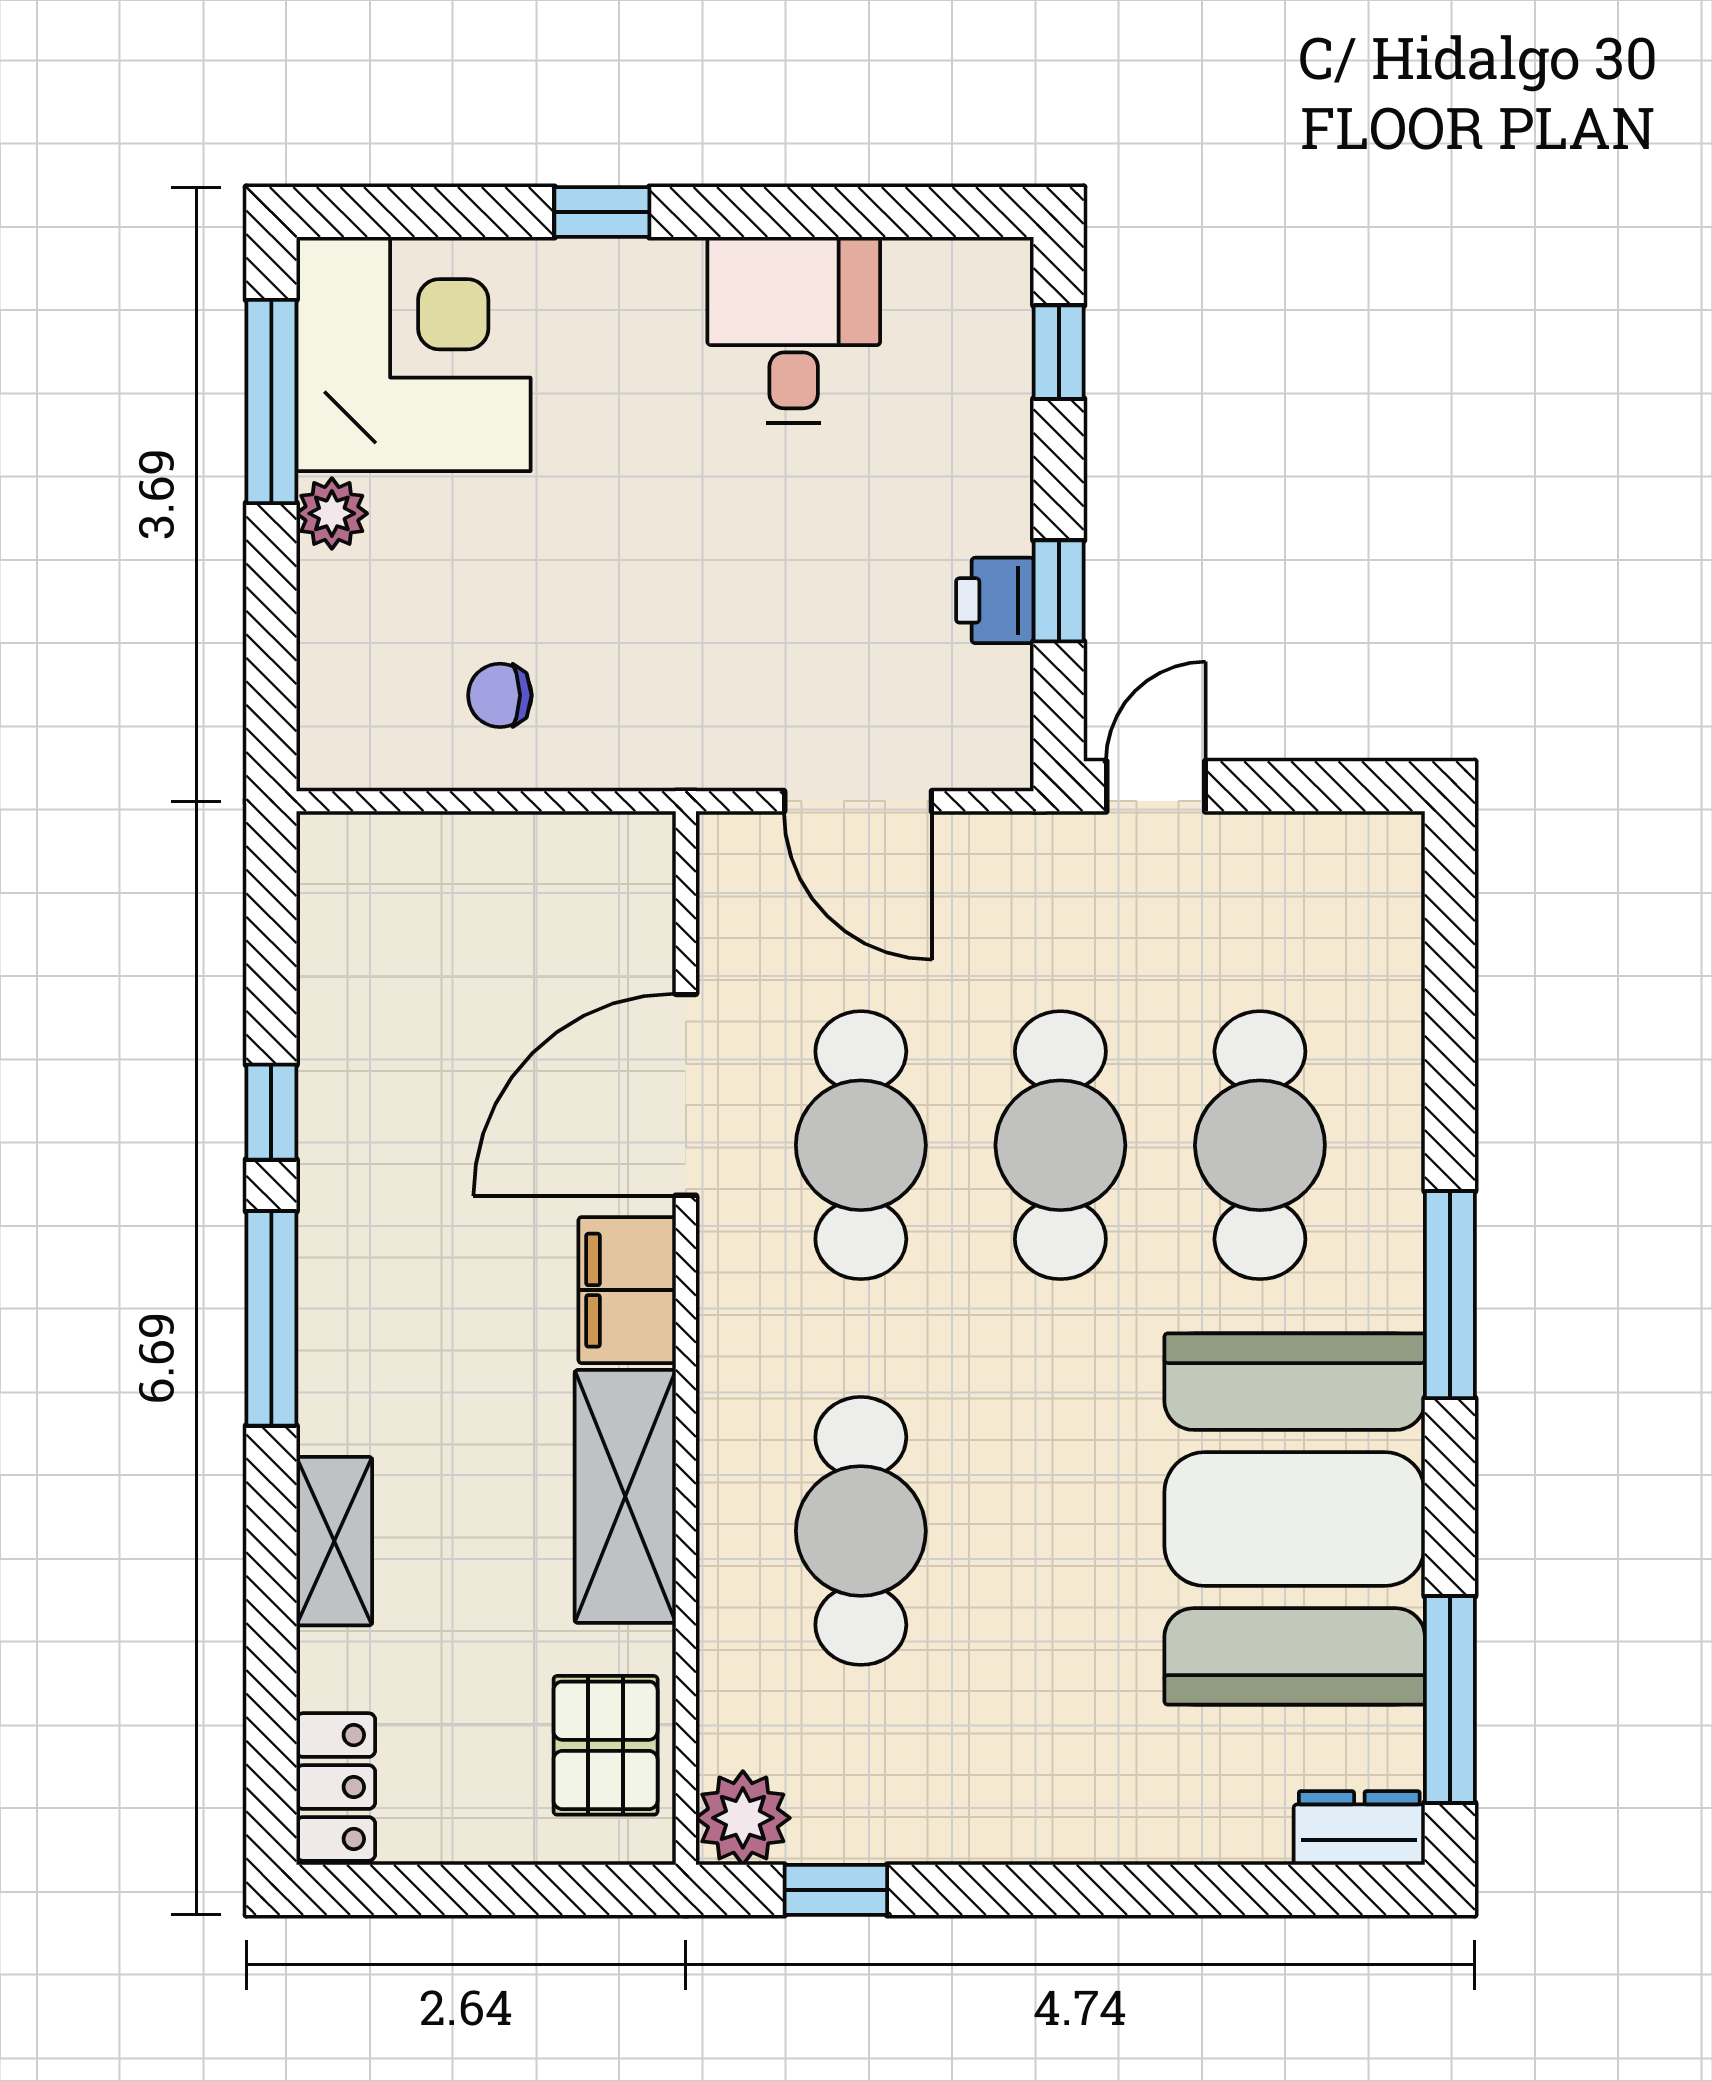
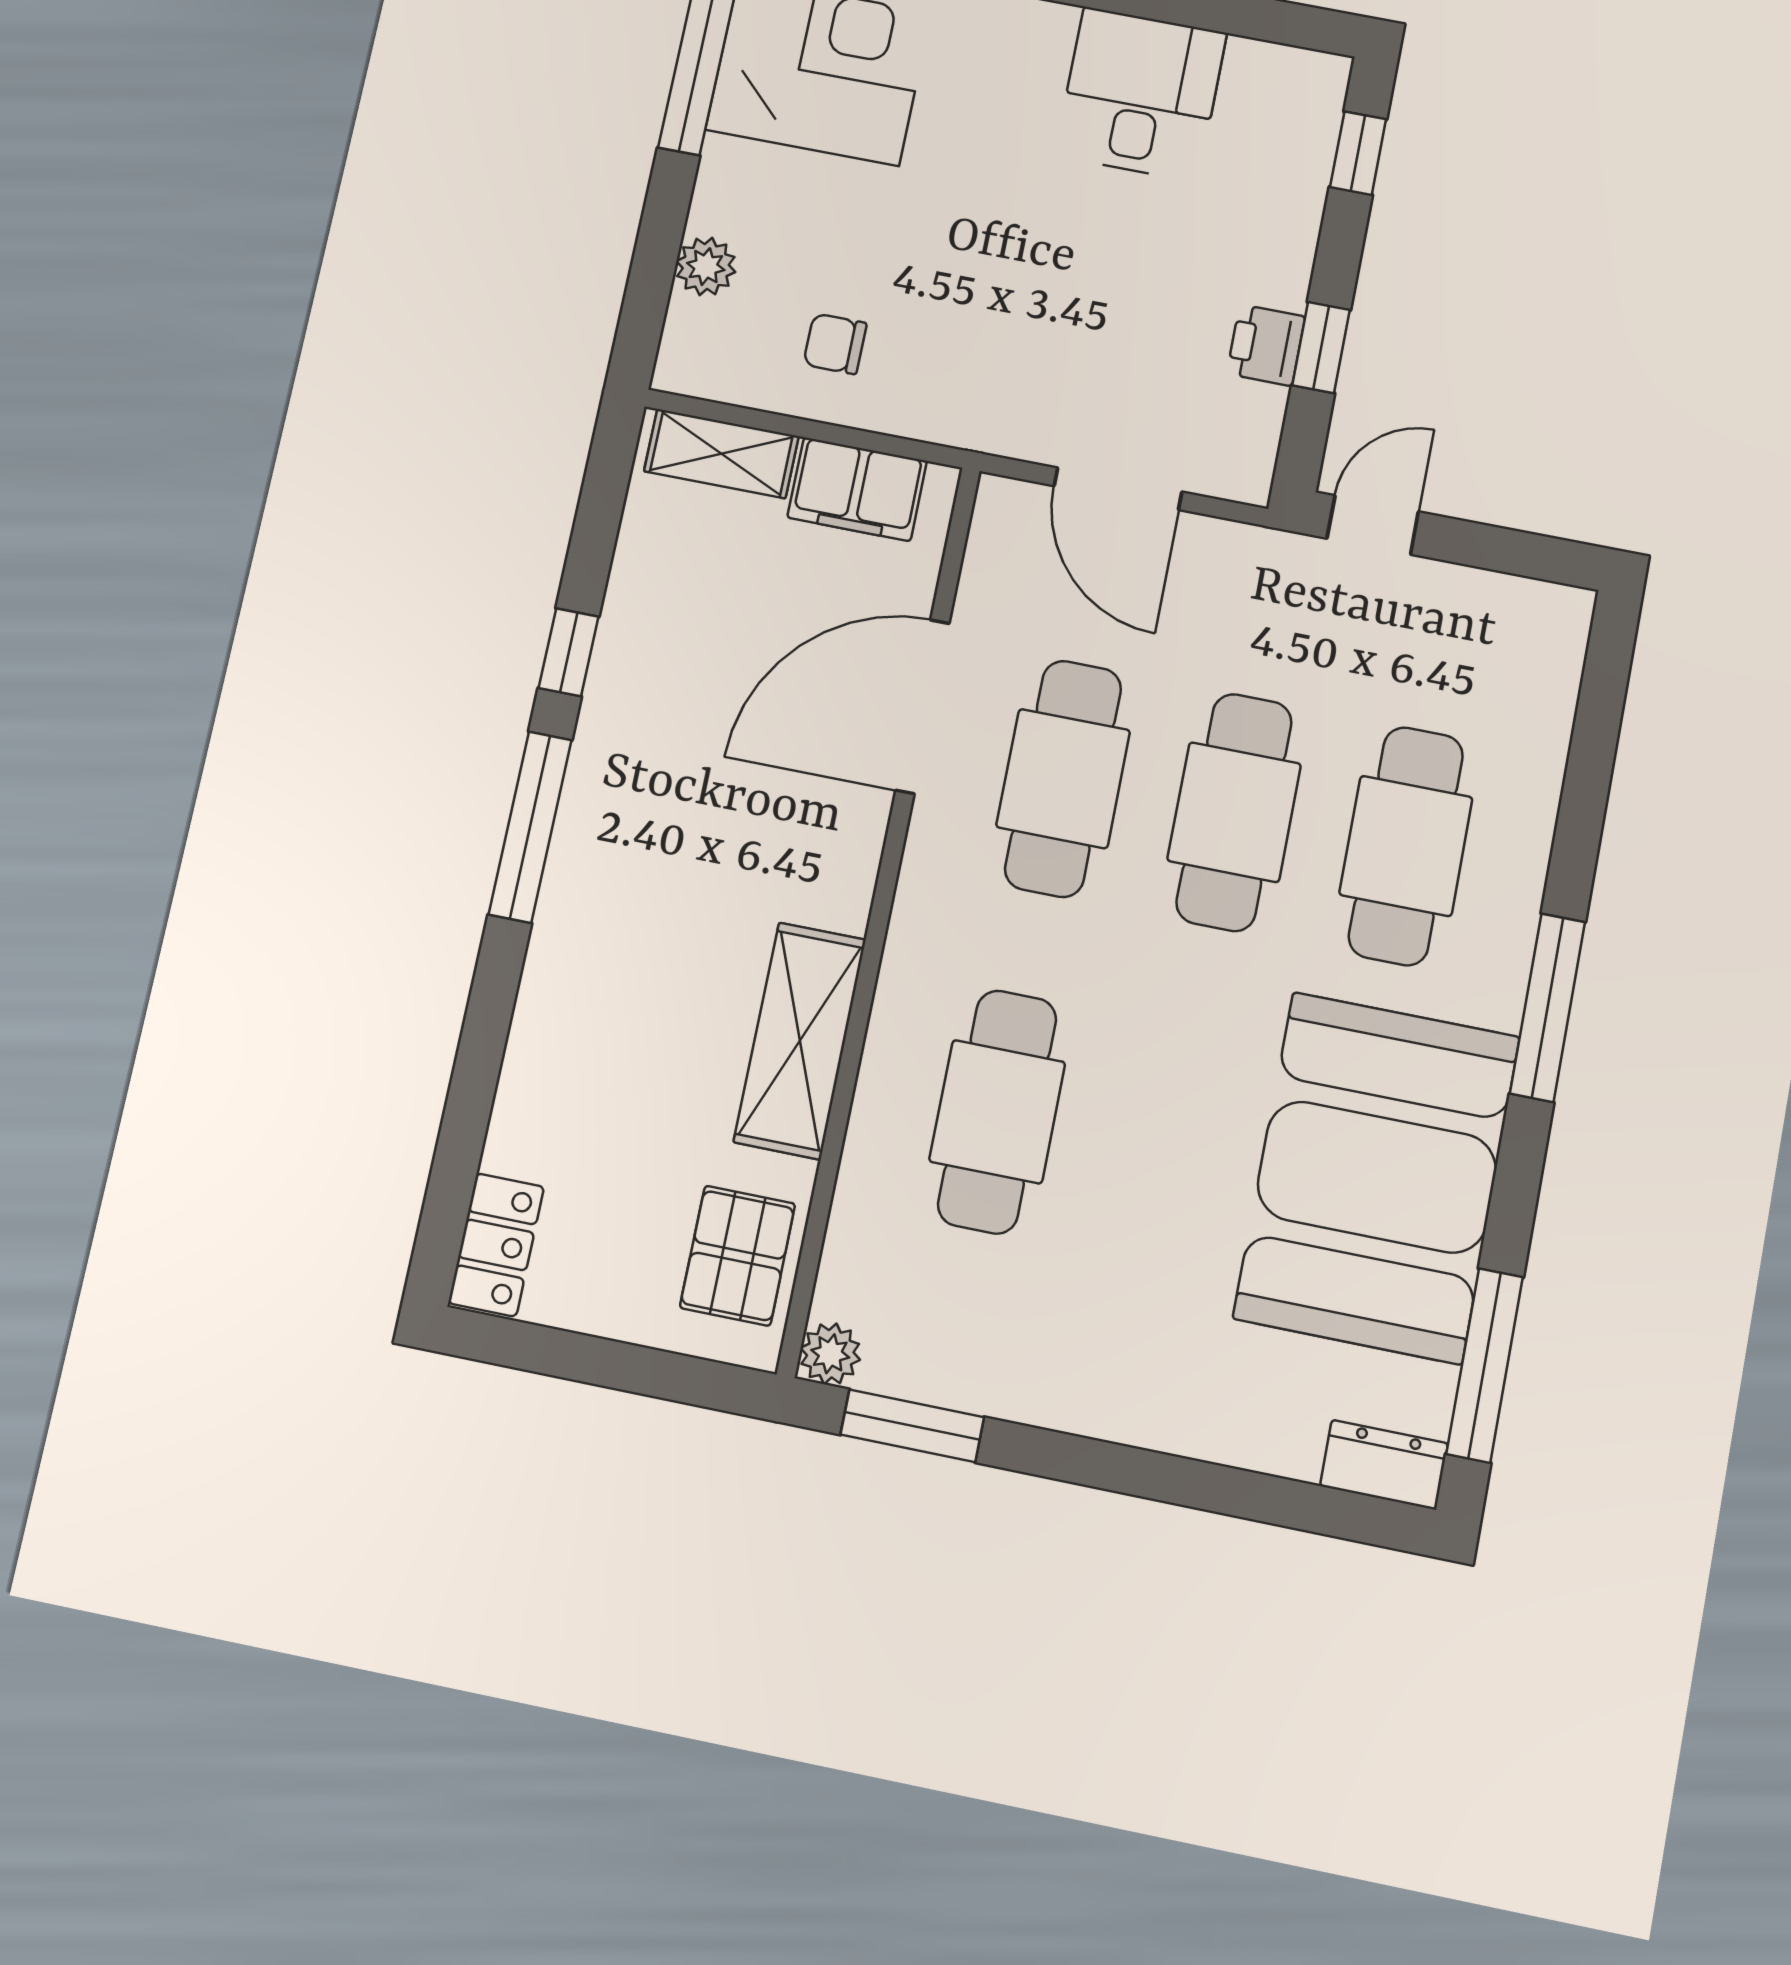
plant: (332, 513) -> (706, 267), moved
filing cabinet: (627, 1290) -> (857, 489), moved, turned -90
shelving: (334, 1541) -> (721, 454), moved, turned 90
plant: (743, 1818) -> (830, 1354), width x0.73, depth x0.73
window: (836, 1890) -> (912, 1426), width x1.50

